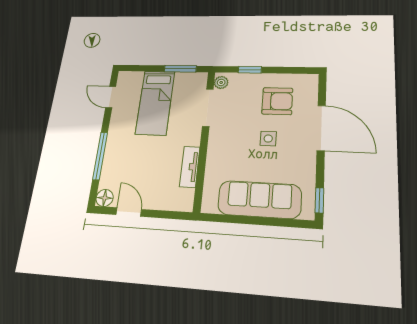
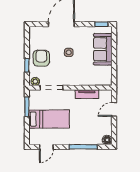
armchair: (277, 101) -> (41, 58), moved
sofa: (259, 199) -> (103, 49), width x0.73
door: (129, 212) -> (114, 109), moved

